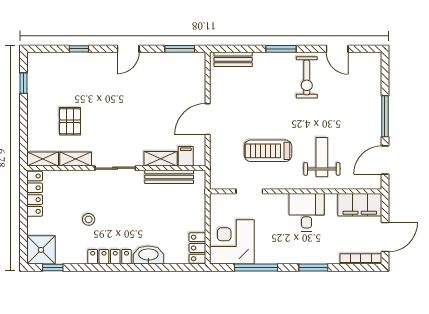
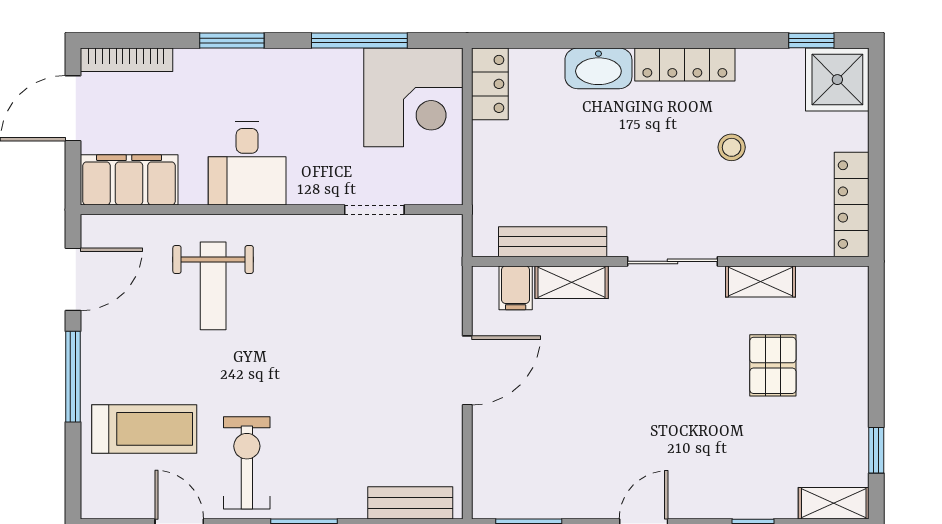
treadmill: (268, 151) -> (144, 429), moved
shelving: (43, 159) -> (834, 503), moved

